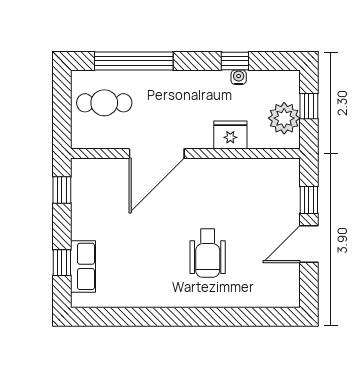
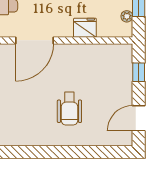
plant: (284, 118) -> (127, 16), width x0.53, depth x0.53
door: (309, 244) -> (139, 118), moved

